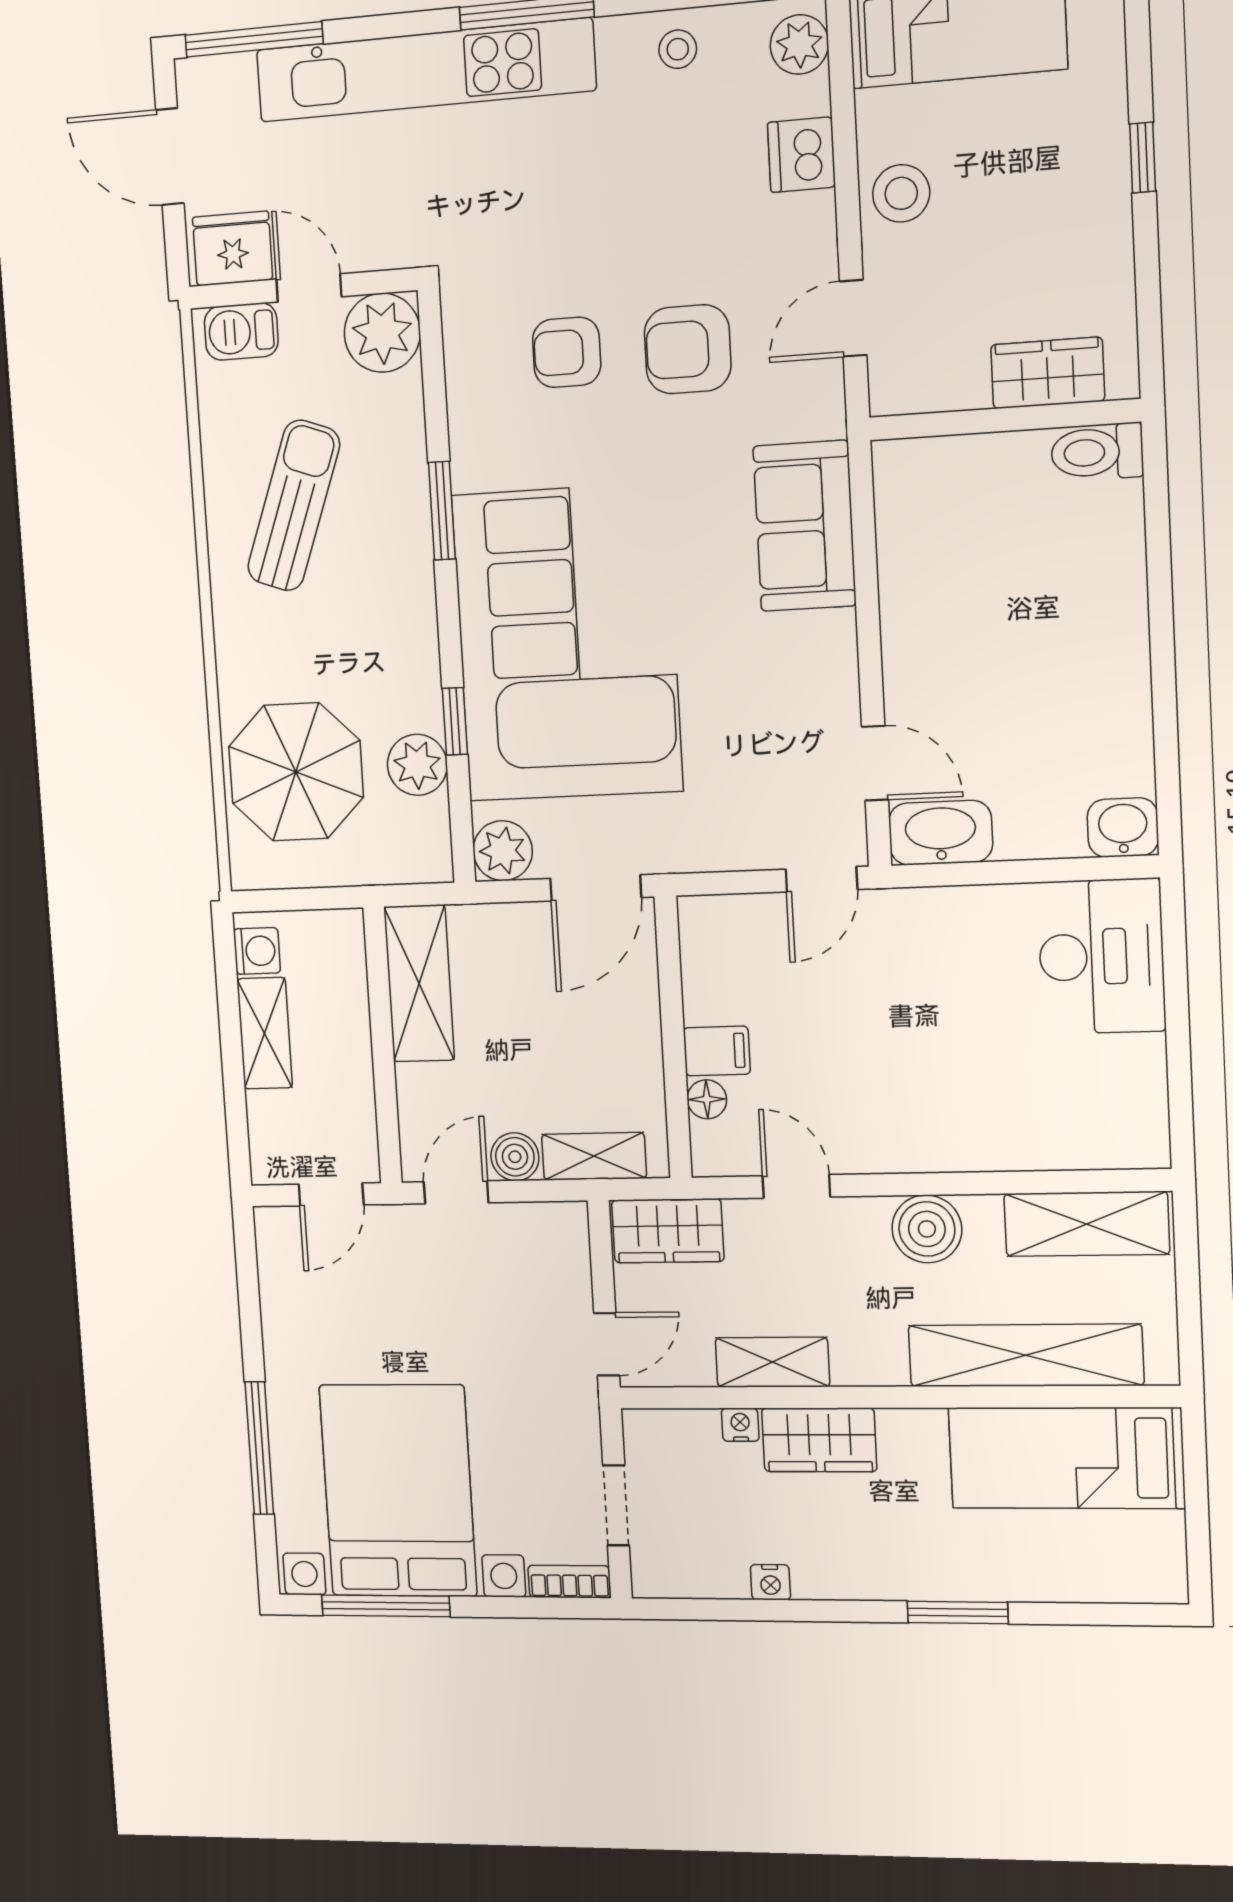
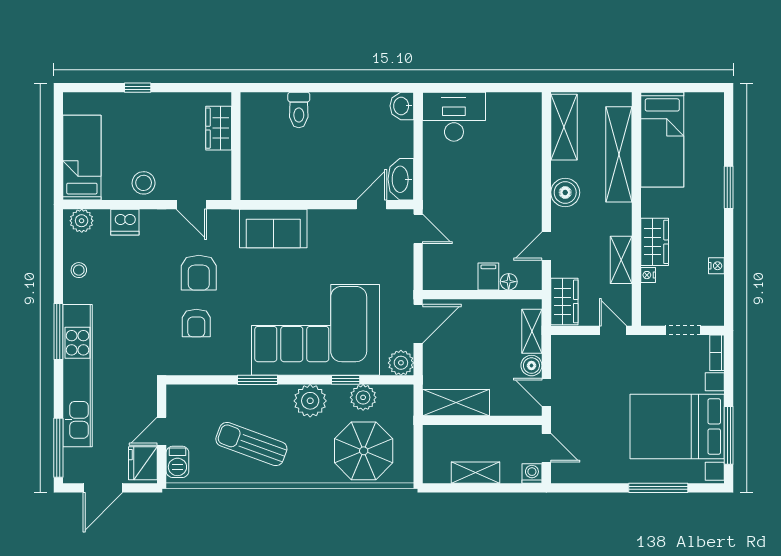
plant: (382, 333) -> (310, 401), moved
toilet: (1097, 452) -> (299, 110), moved
door: (596, 888) -> (418, 324), hinge flipped
washing machine: (257, 951) -> (532, 474), moved

